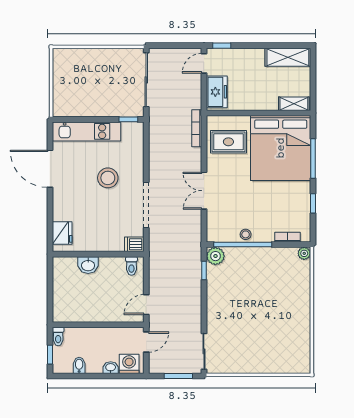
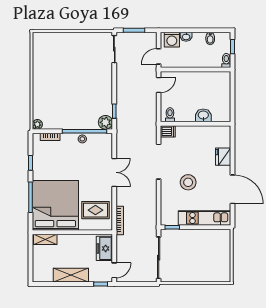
shelving: (288, 57) -> (71, 275), moved
fridge: (62, 233) -> (223, 157), moved

